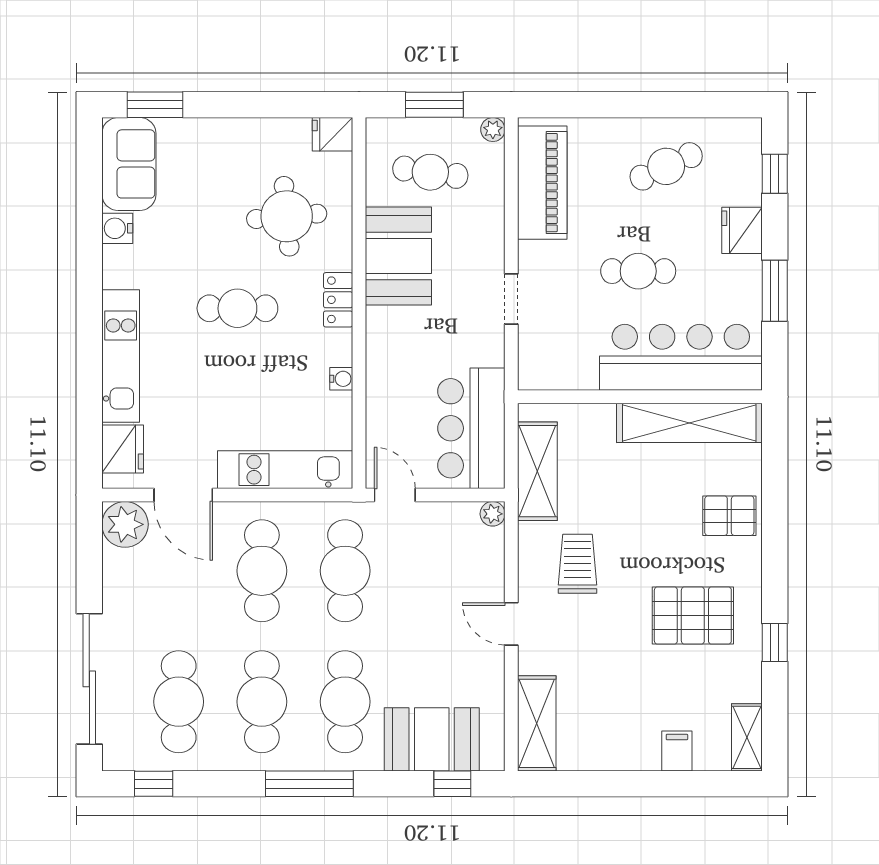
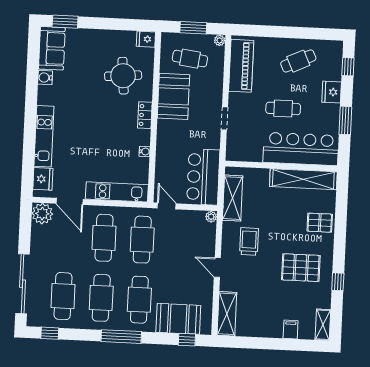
cafe table: (237, 308) -> (99, 117), removed

